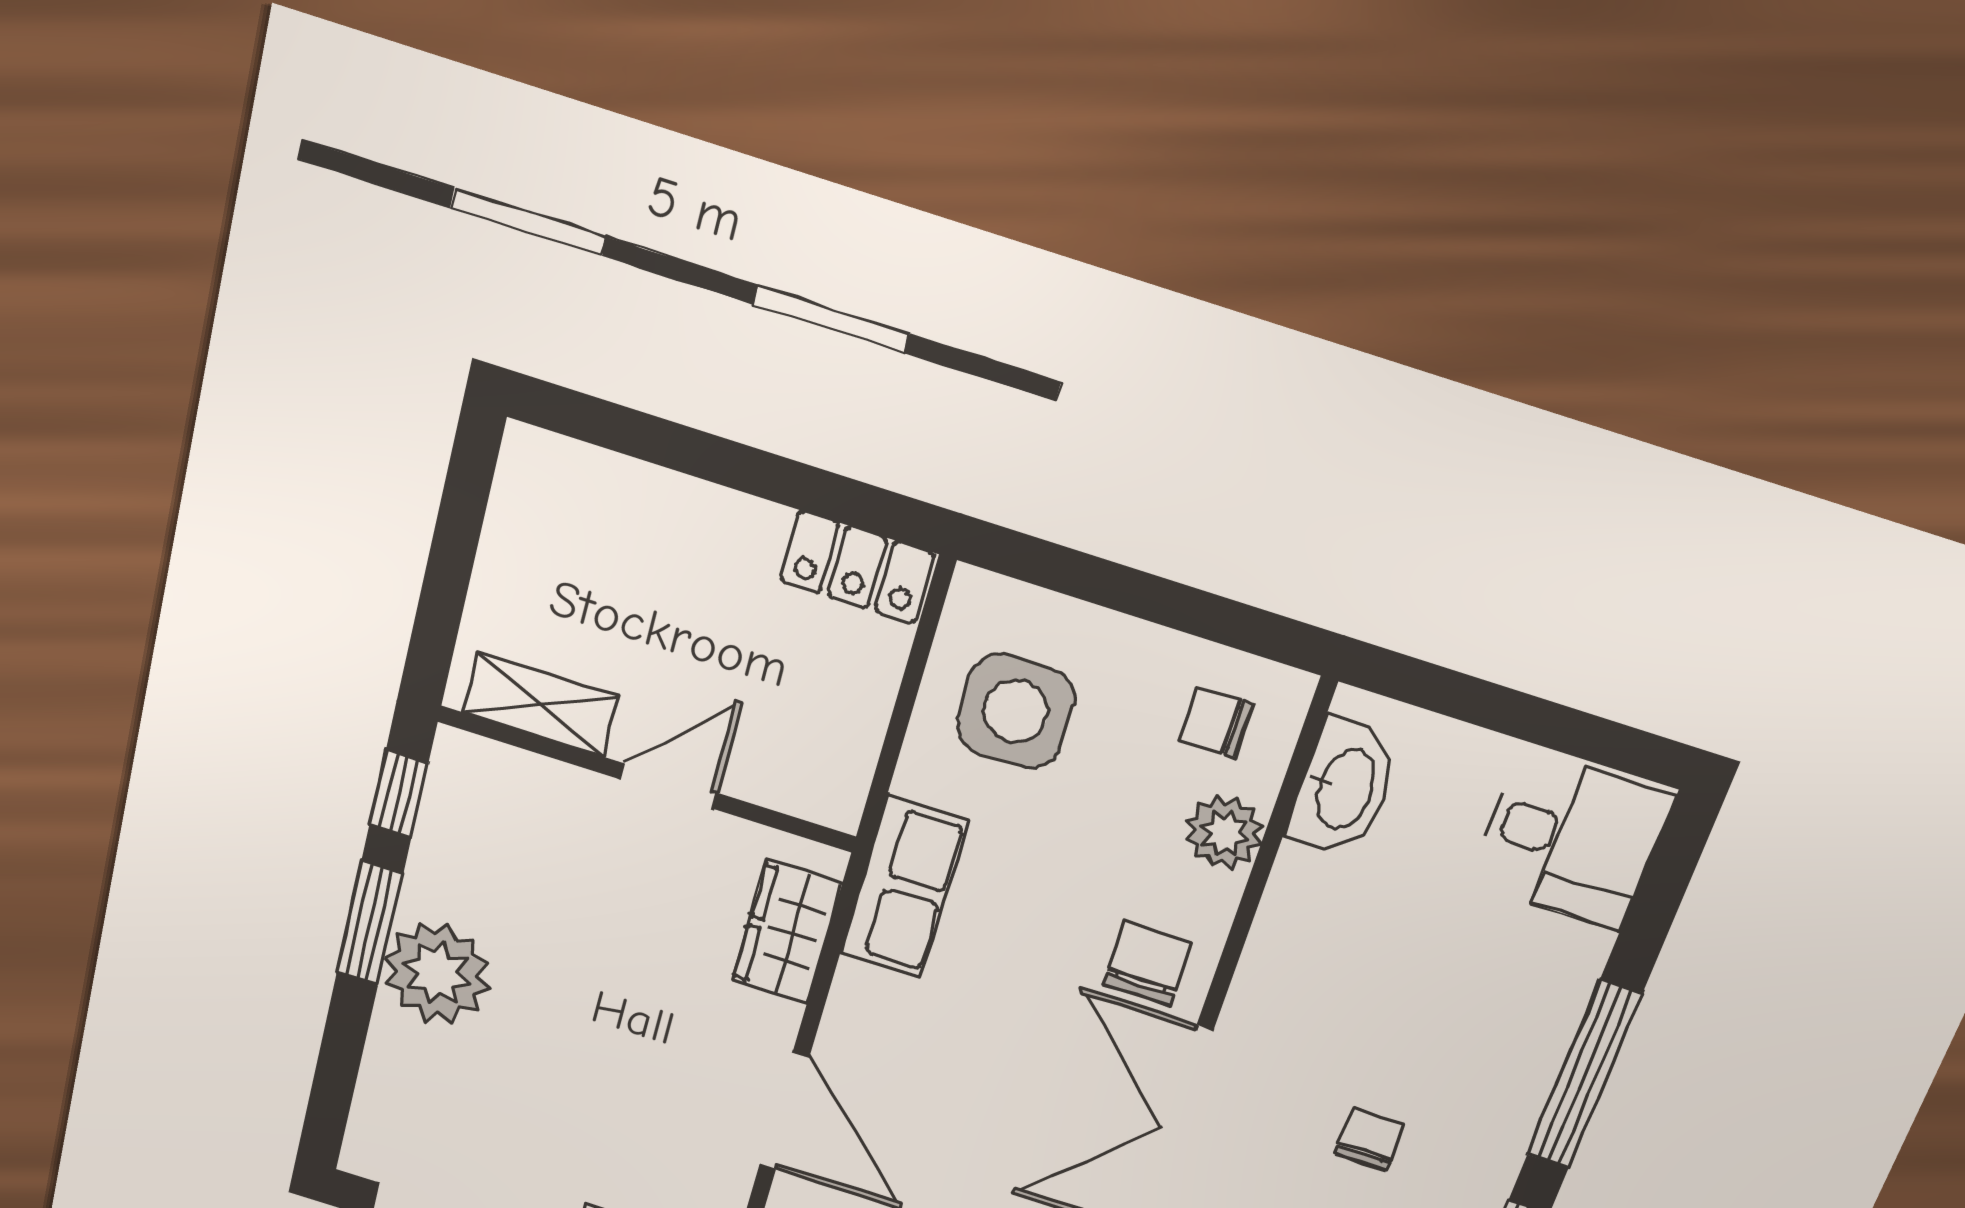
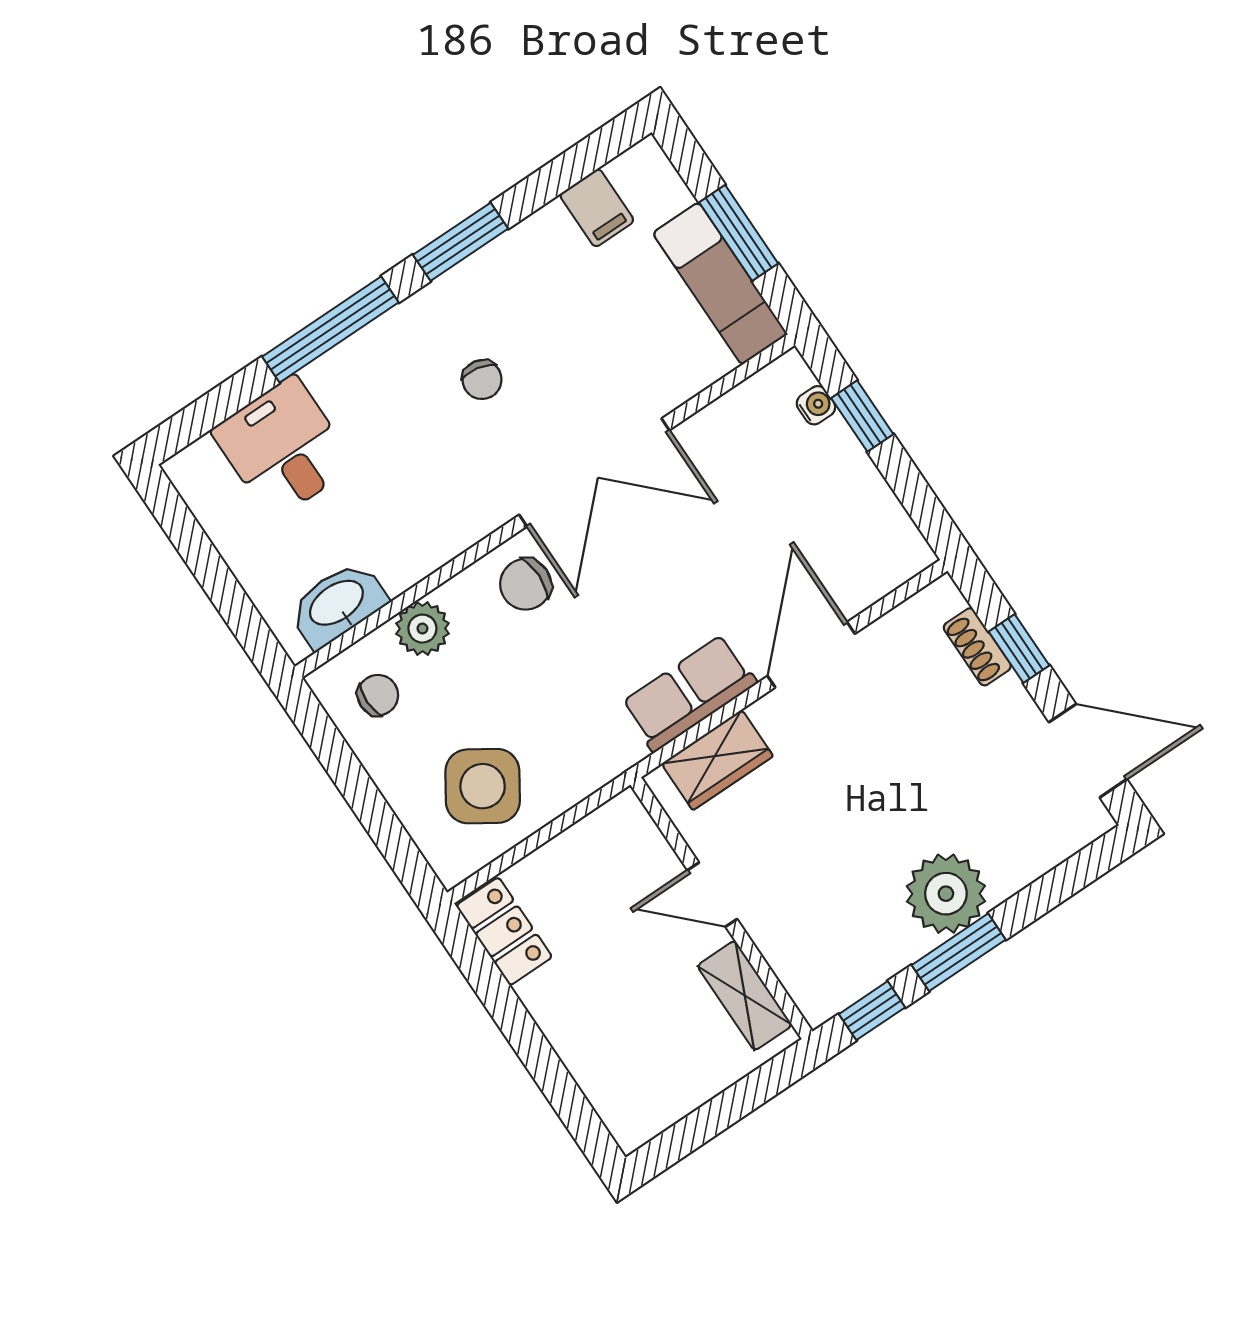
side table: (1015, 711) -> (483, 786), turned 33
chair: (1216, 722) -> (378, 695), turned -90
desk: (1570, 840) -> (283, 448), moved
row of seats: (904, 887) -> (689, 693), moved
chair: (1370, 1140) -> (482, 380), turned -79

